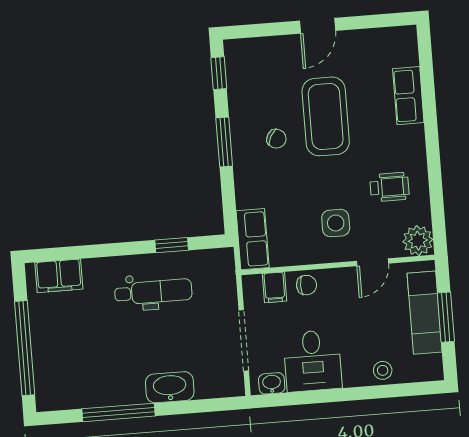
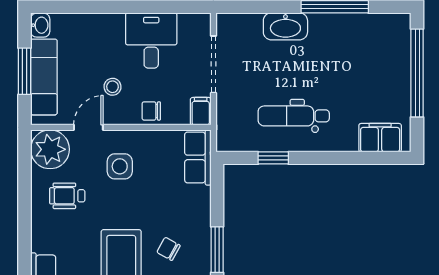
plant: (418, 241) -> (50, 149), width x1.36, depth x1.36
filing cabinet: (274, 287) -> (201, 111), moved
stool: (383, 370) -> (113, 87), moved
washbasin: (272, 383) -> (40, 25), moved, turned -90

